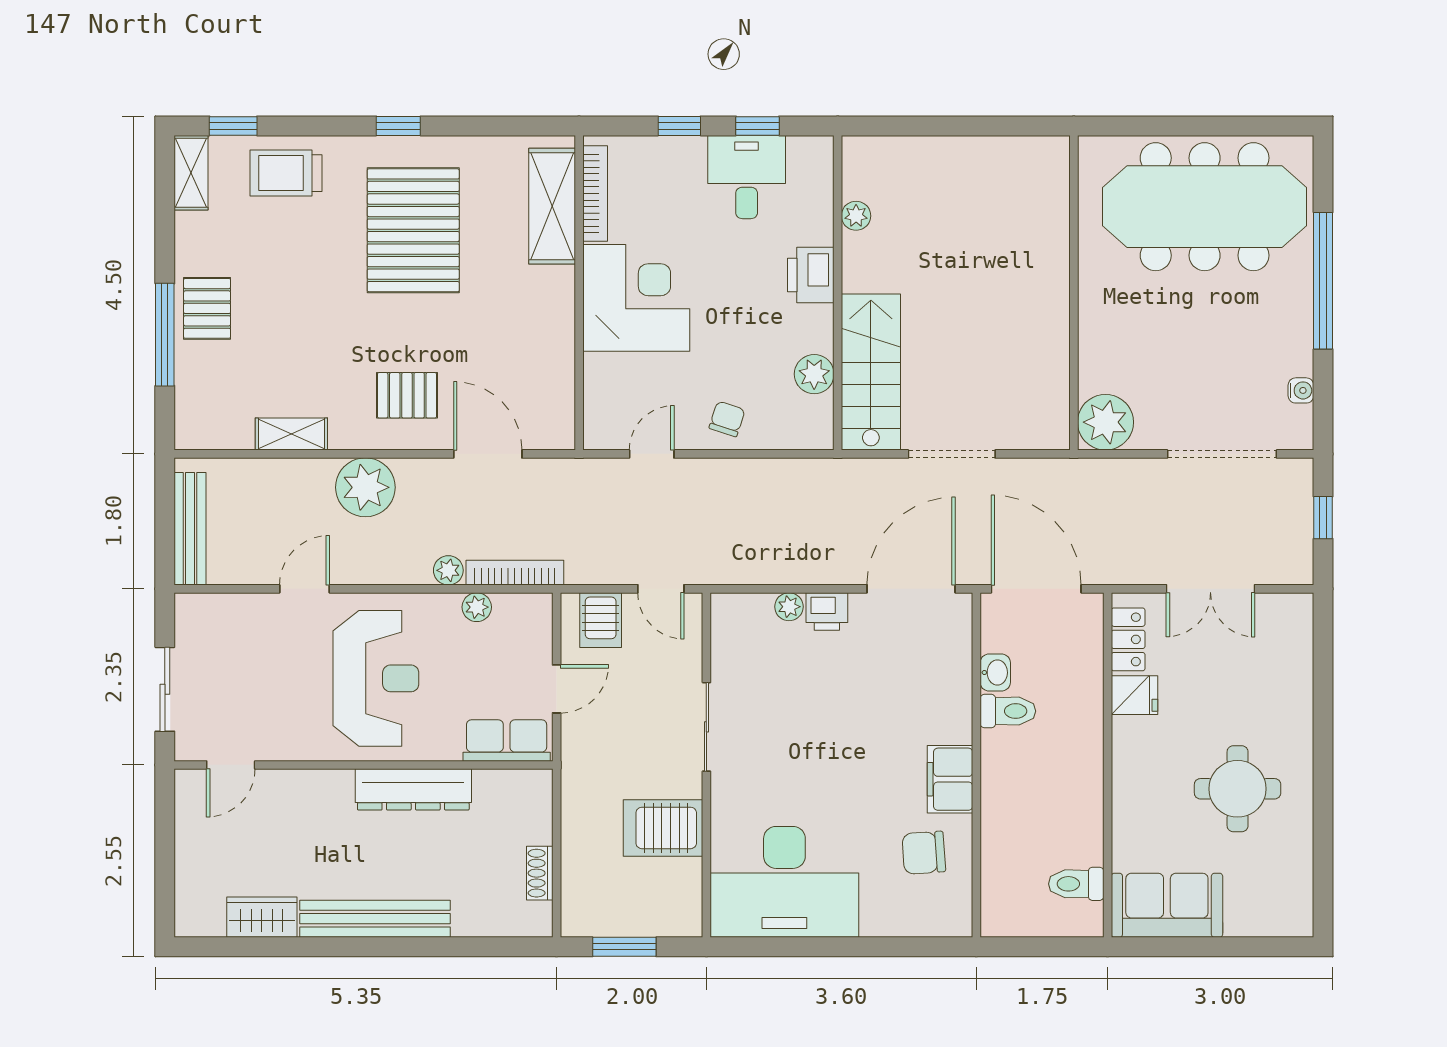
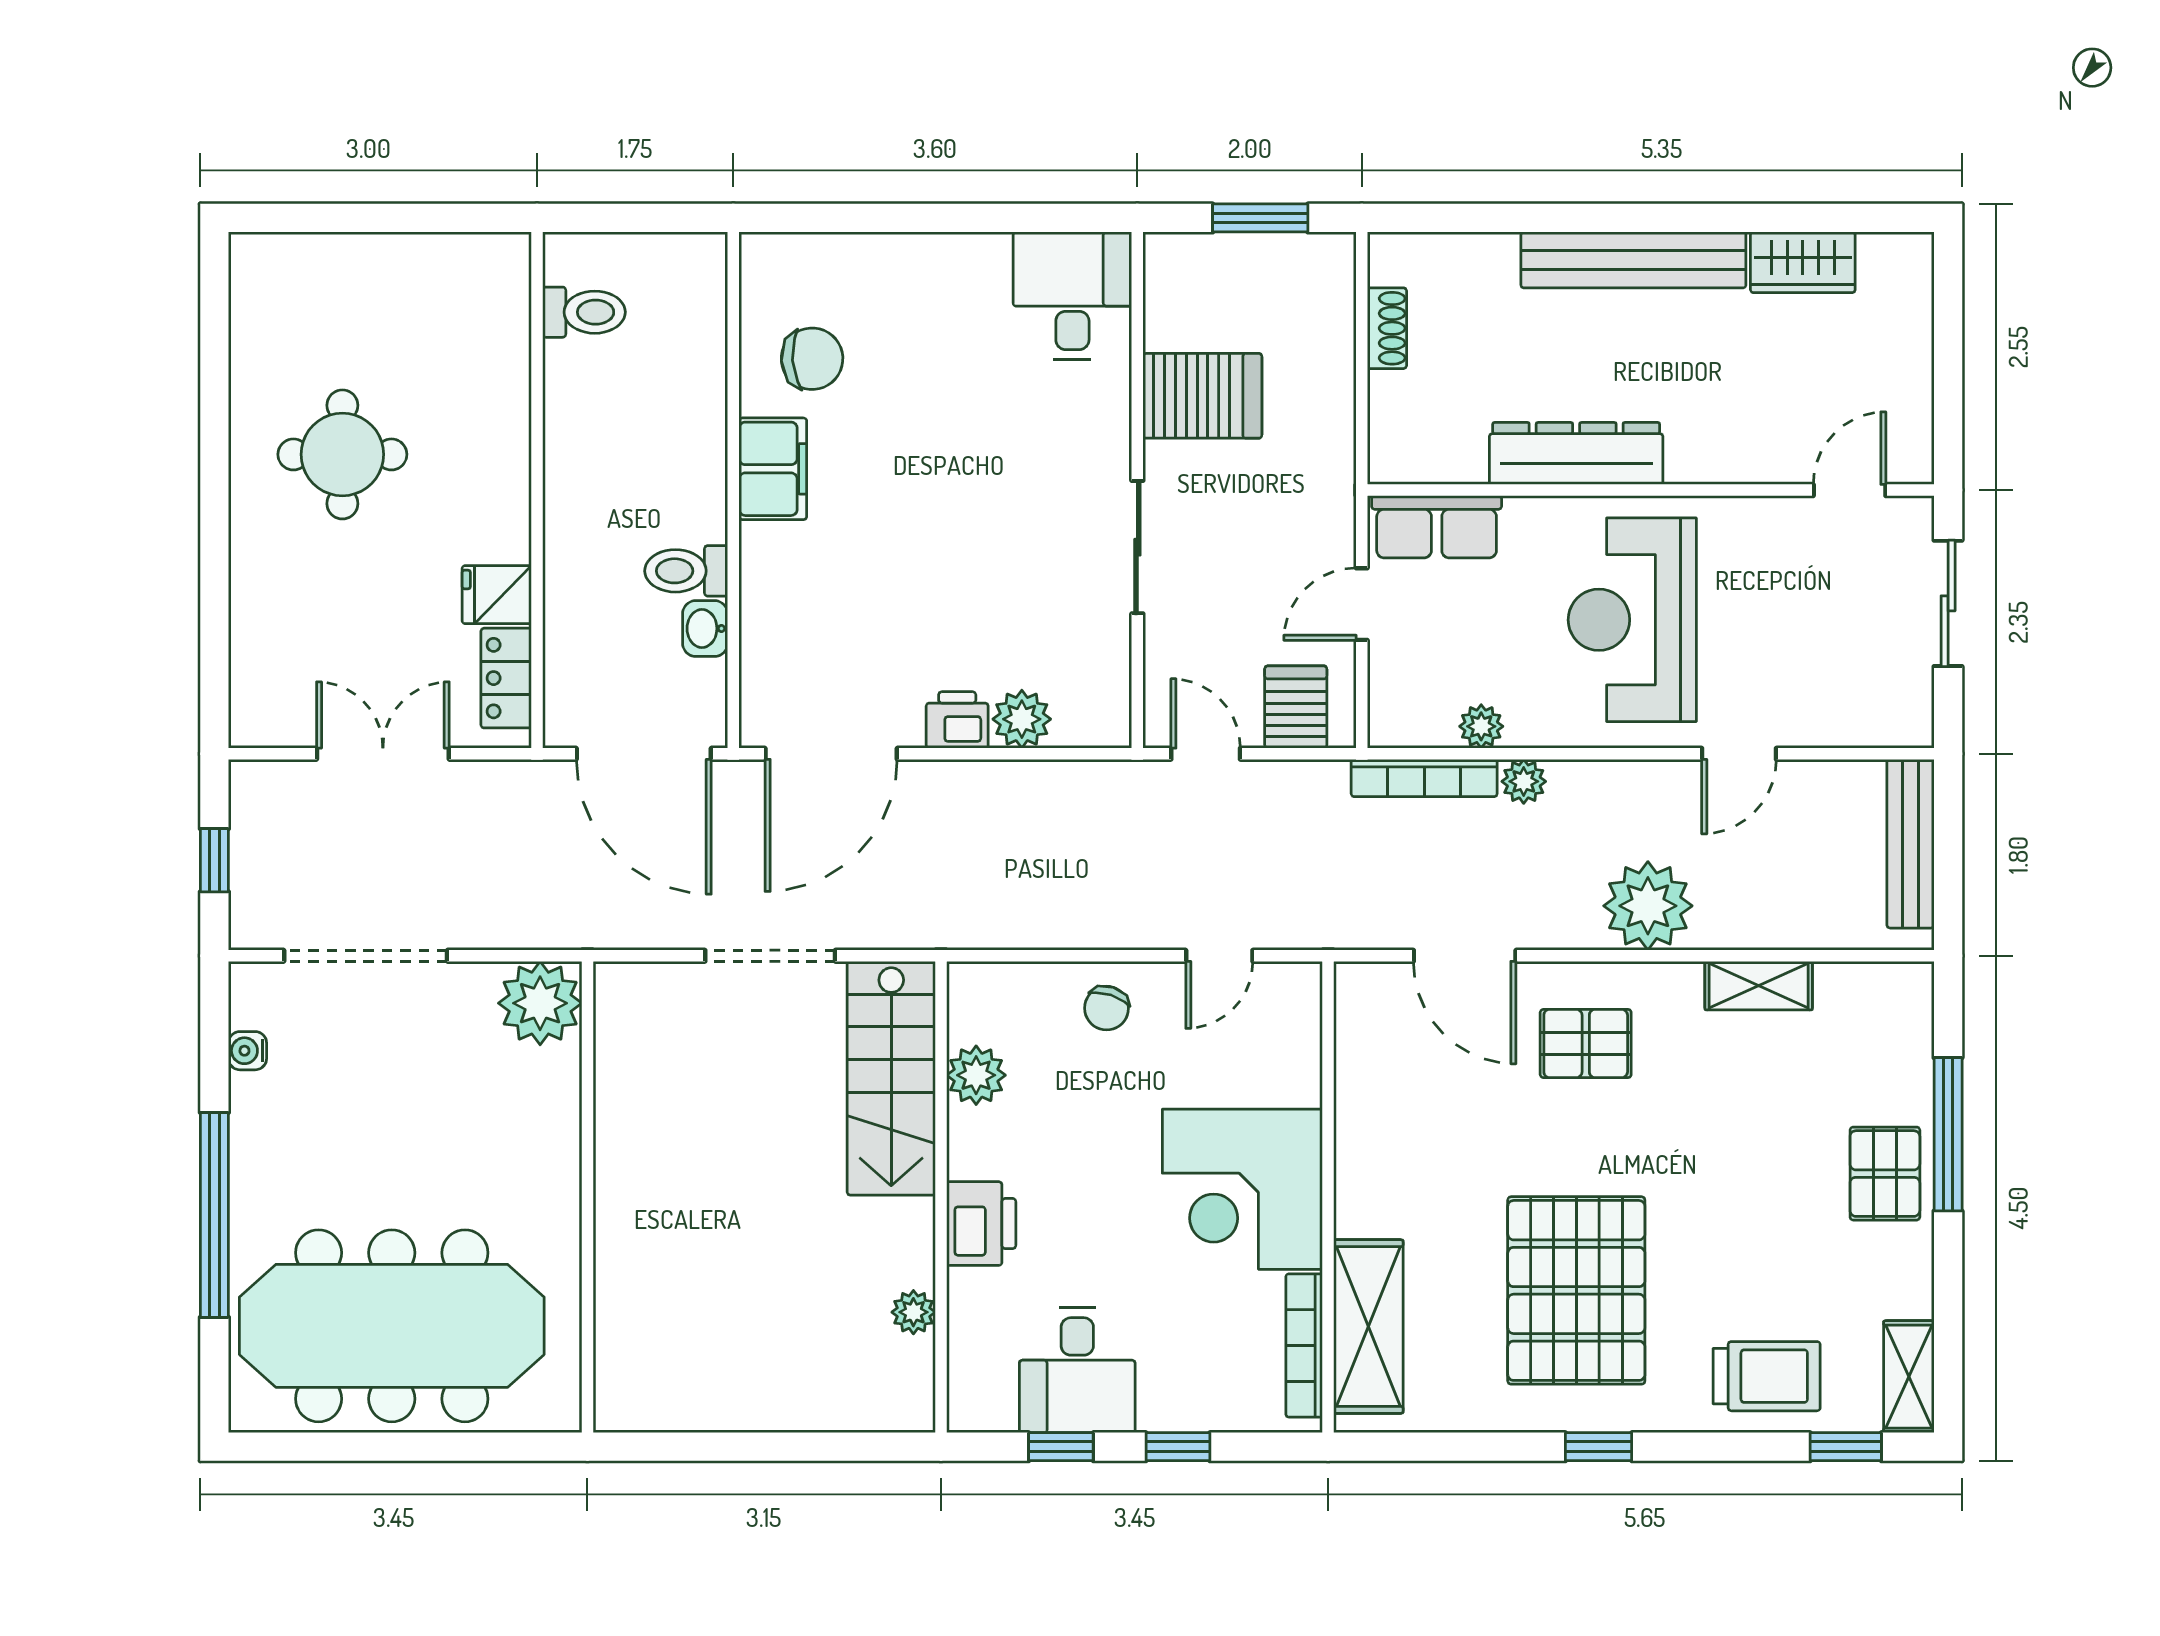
plant: (789, 607) -> (1022, 719), width x1.38, depth x1.38
desk: (784, 882) -> (1072, 296), width x0.53, depth x0.77
sofa: (1167, 905) -> (448, 280), removed

